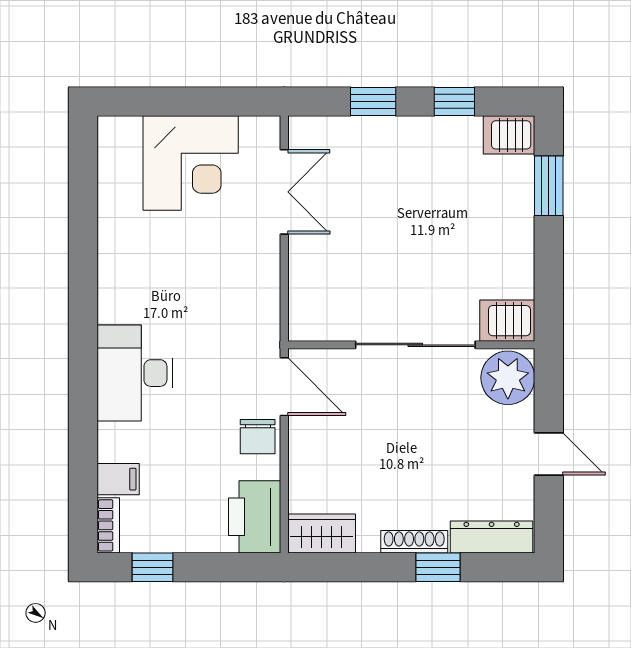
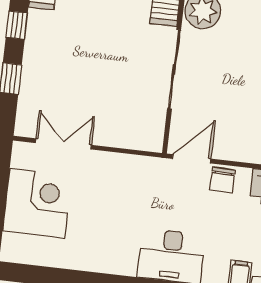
chair: (258, 437) -> (222, 180), turned 91

